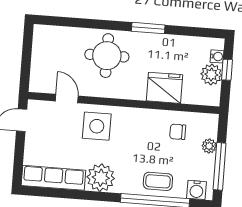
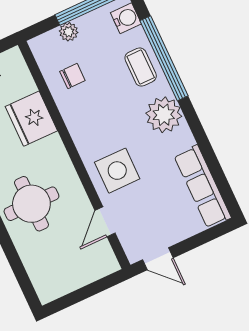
chair: (178, 132) -> (72, 76), turned -90
plant: (101, 178) -> (164, 115), moved

